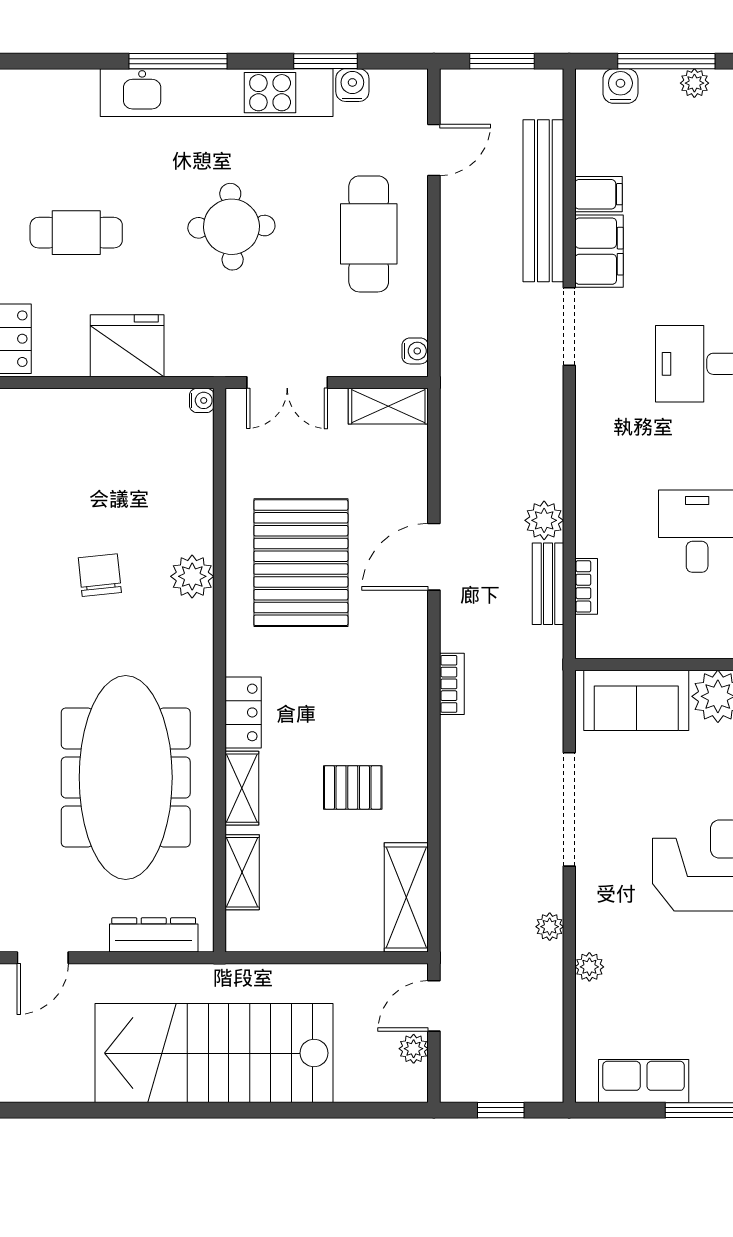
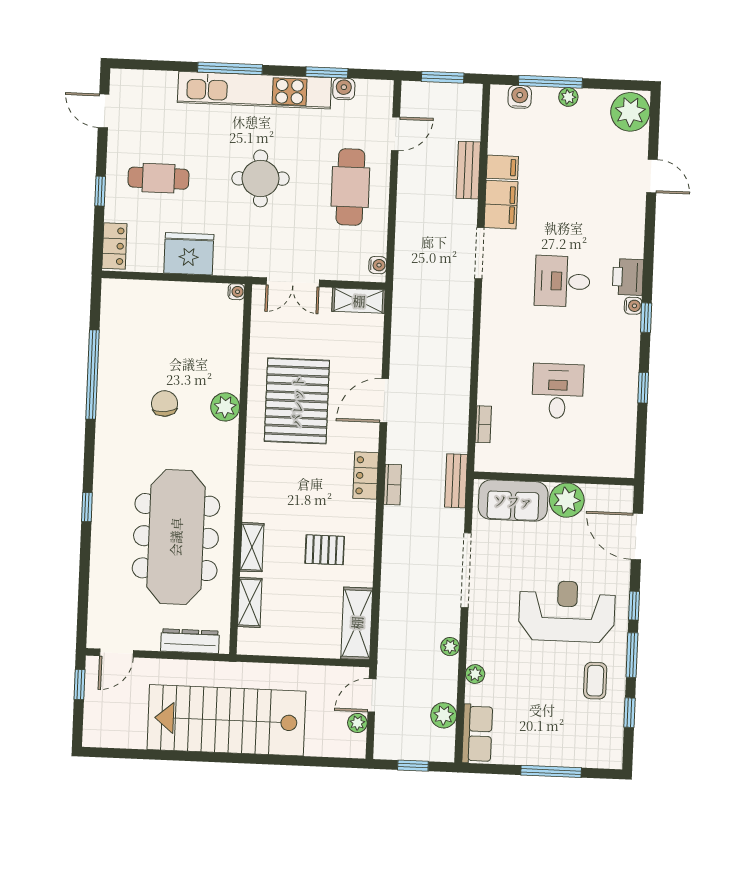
bench: (543, 201) -> (468, 170), width x0.54, depth x0.82
plant: (544, 520) -> (444, 715), moved
bench: (548, 584) -> (456, 481), moved
locker: (243, 712) -> (366, 476), moved, turned 180
row of seats: (644, 1081) -> (477, 734), moved, turned 90

